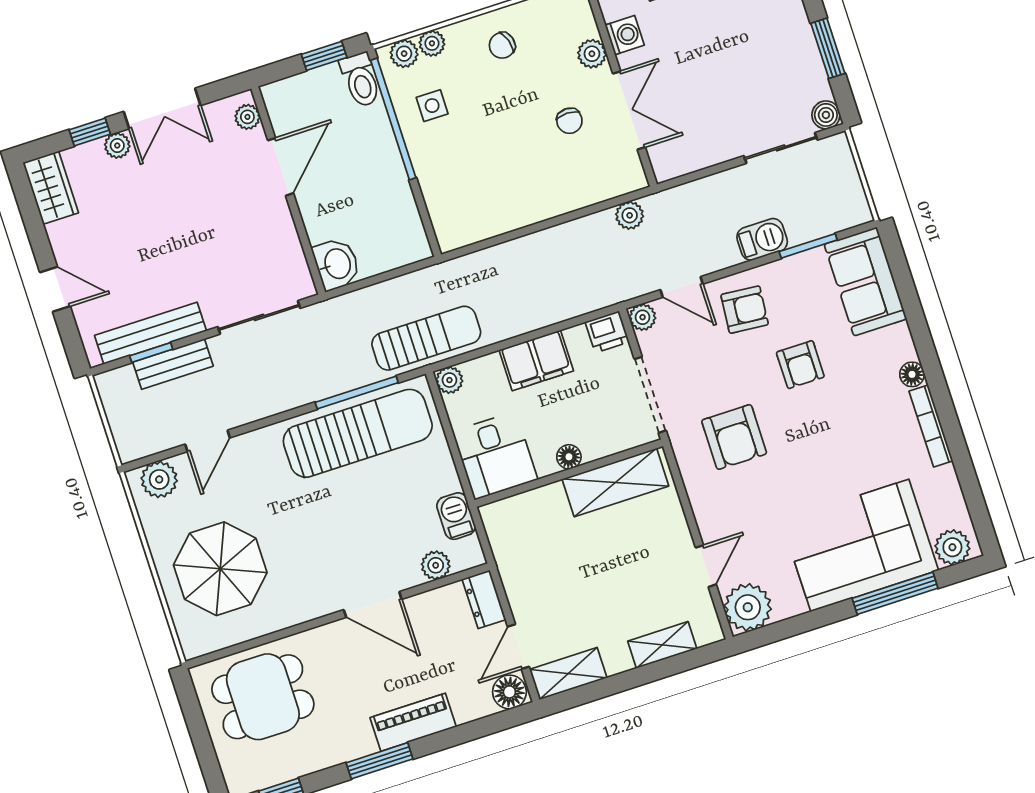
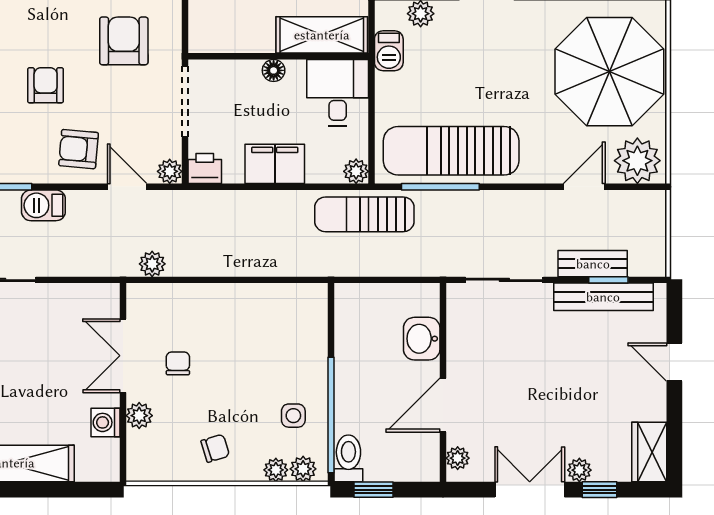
washbasin: (337, 264) -> (422, 339), moved
plant: (159, 479) -> (637, 161), width x1.36, depth x1.36
shelving: (615, 482) -> (322, 35), moved
parasol: (220, 569) -> (609, 72), width x1.36, depth x1.36

